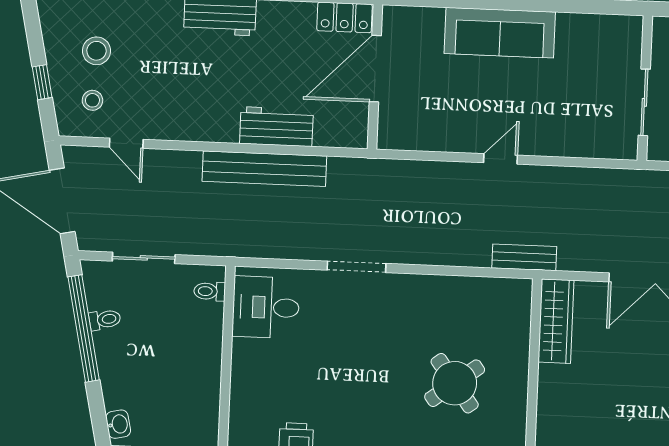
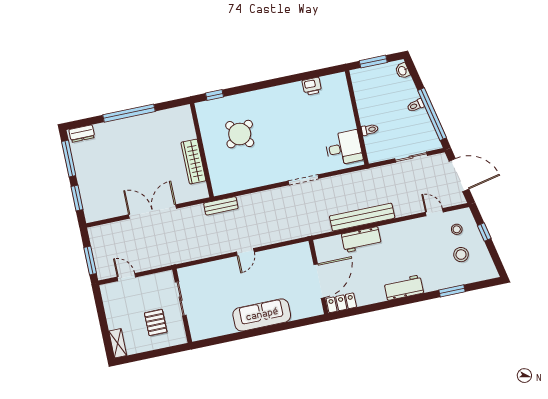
toilet: (210, 291) -> (370, 130), moved
toilet: (105, 320) -> (416, 105), moved
wardrobe: (556, 321) -> (193, 162), moved

